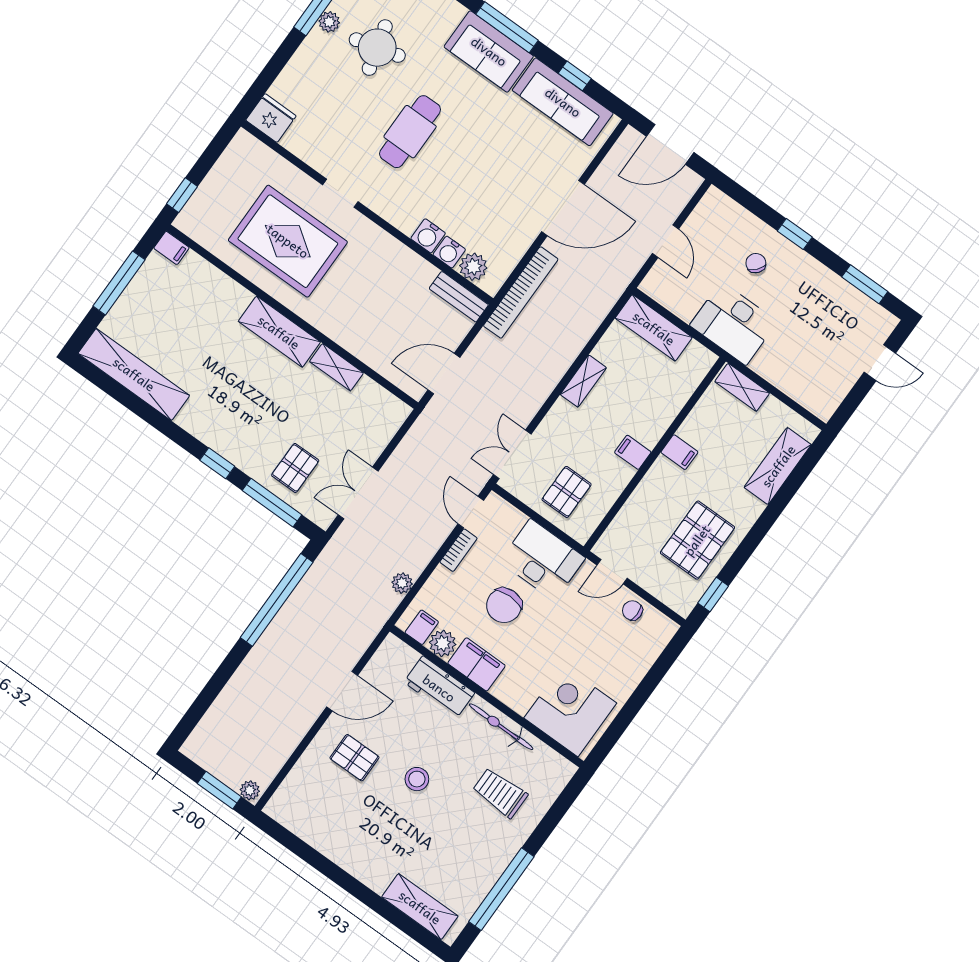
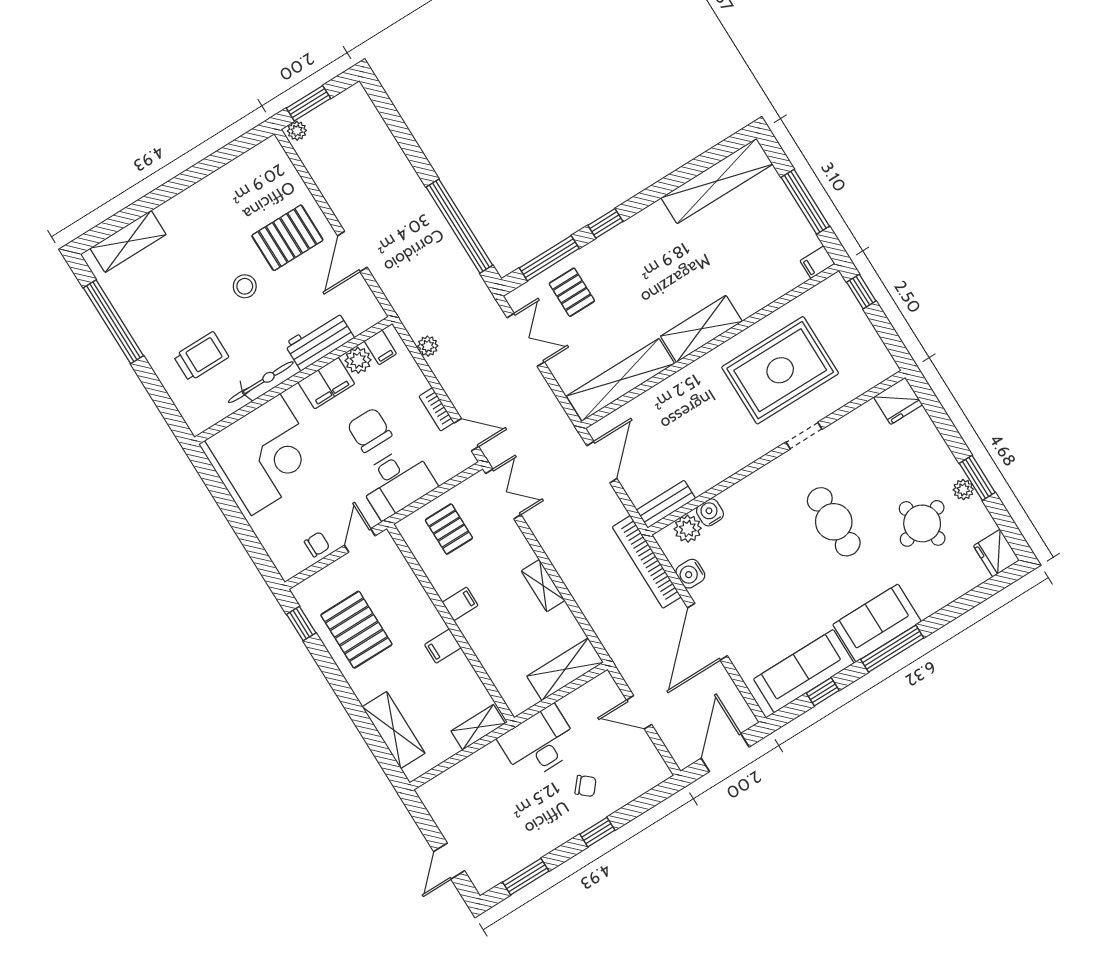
water cooler: (428, 236) -> (690, 574), moved, turned -90
shelving: (336, 367) -> (621, 380), width x2.20, depth x1.33
corner desk: (570, 711) -> (266, 455), width x1.36, depth x1.36
pallet: (354, 758) -> (287, 238), width x1.50, depth x1.42

